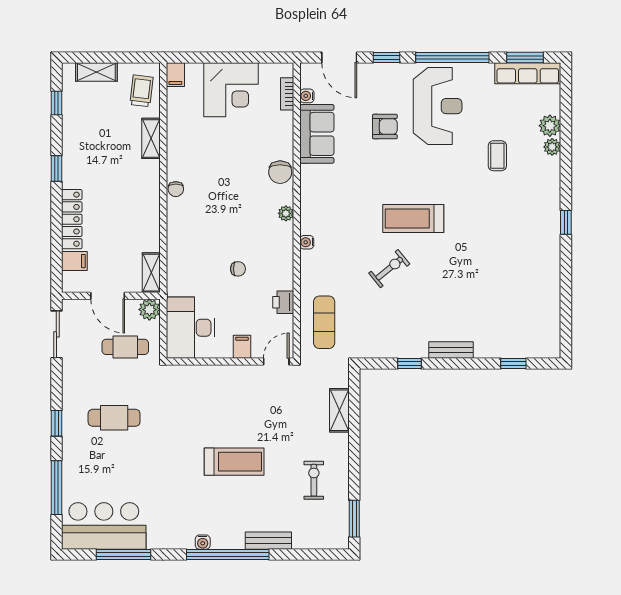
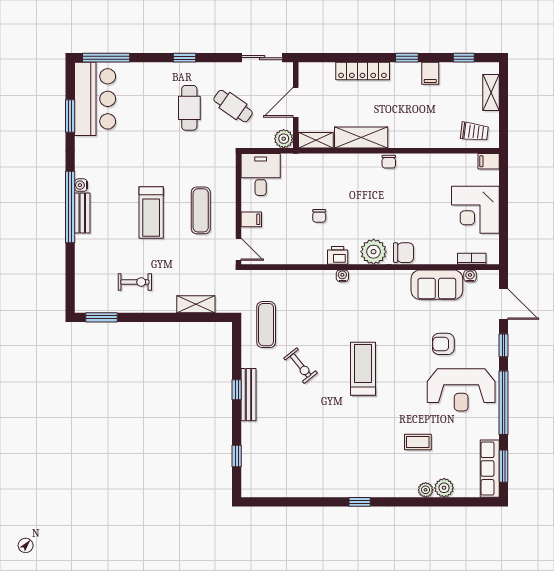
door: (339, 57) -> (504, 304), swing flipped
armchair: (385, 127) -> (443, 344), turned 90
shelving: (151, 138) -> (361, 137), moved, width x1.50, depth x1.33
chair: (280, 172) -> (404, 253), turned 180
chair: (176, 189) -> (389, 162), turned -90
plant: (286, 213) -> (374, 252), width x1.88, depth x1.88
filing cabinet: (74, 261) -> (430, 73), moved
exercise bike: (389, 269) -> (301, 366), moved
printer: (283, 302) -> (338, 255), moved
exercise mat: (324, 322) -> (266, 325), moved, turned 90
desk: (191, 328) -> (261, 174), width x0.73
cafe table: (125, 347) -> (233, 106), moved, turned -55
bench: (451, 350) -> (248, 395), width x1.36
window: (409, 364) -> (237, 390), moved
exercise mat: (232, 405) -> (201, 210), added
window: (56, 488) -> (106, 58), moved
bench: (268, 541) -> (82, 213), moved
window: (123, 555) -> (70, 116), width x0.69

